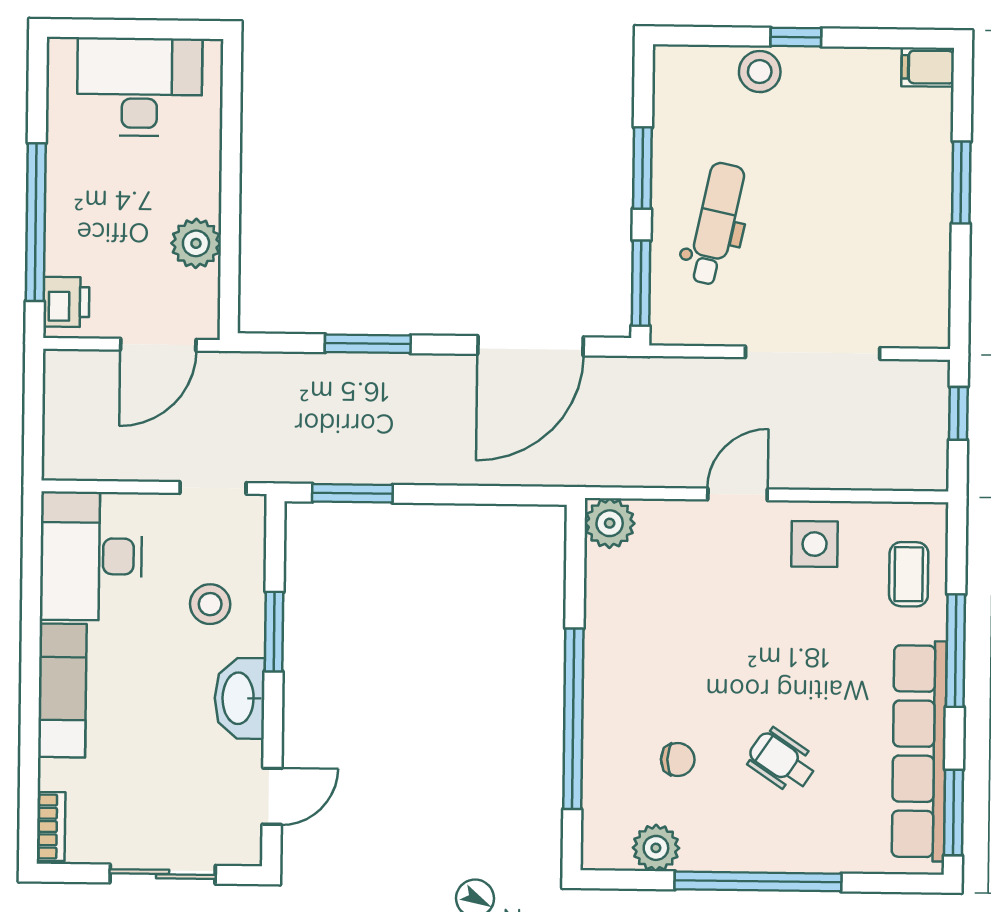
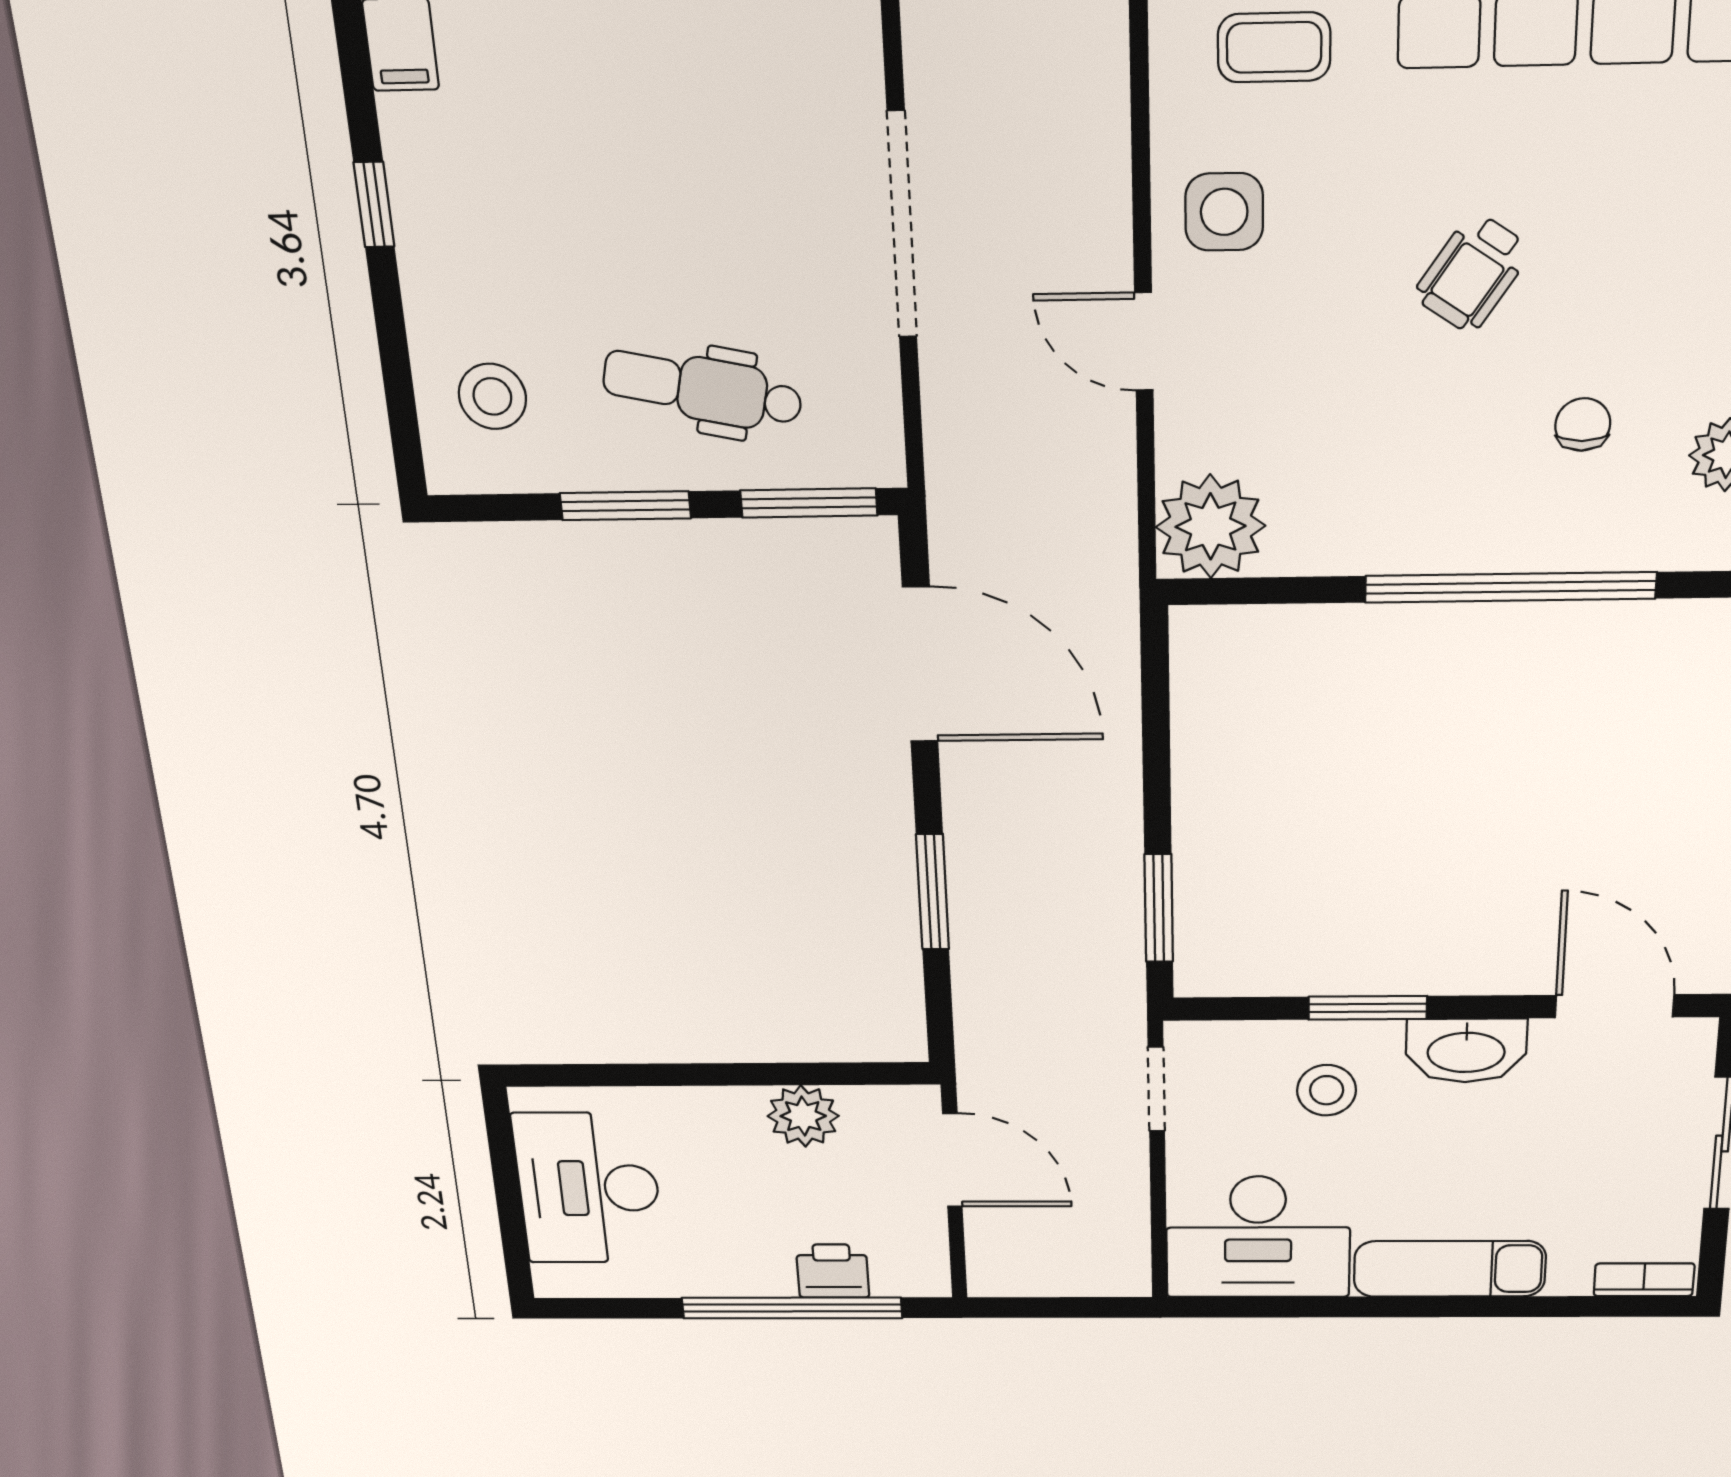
window: (796, 37) -> (374, 205), moved
stool: (760, 72) -> (492, 396), moved
printer: (66, 302) -> (833, 1271), moved
plant: (610, 523) -> (1211, 526), width x1.36, depth x1.36
wheelchair: (782, 761) -> (1473, 273), moved
door: (272, 796) -> (1614, 1006), width x1.38

